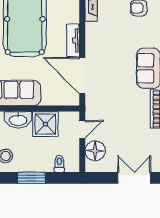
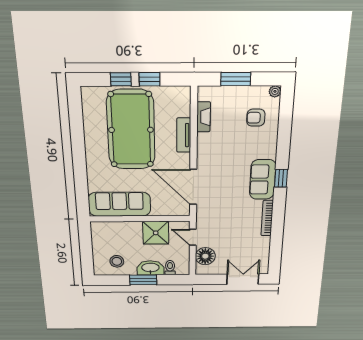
tv unit: (73, 40) -> (184, 135), moved
washbasin: (18, 120) -> (150, 268), moved, turned 180
door: (82, 129) -> (193, 237), swing flipped

